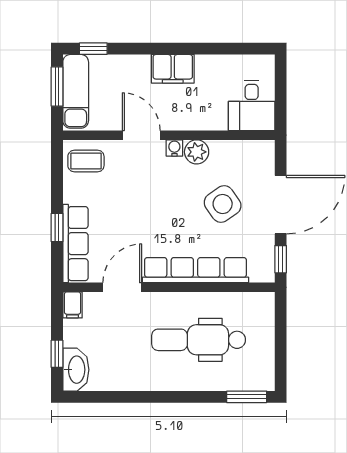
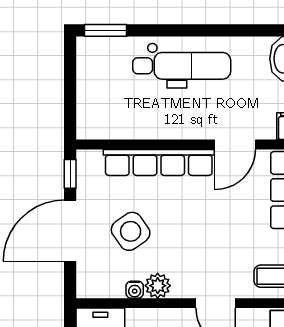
water cooler: (174, 148) -> (135, 290), moved
dental chair: (199, 340) -> (182, 66), moved

